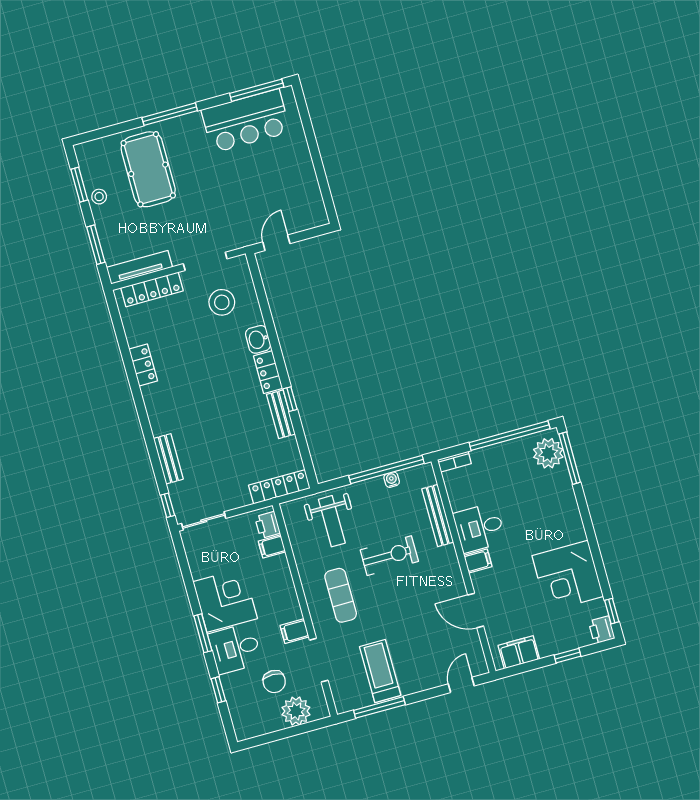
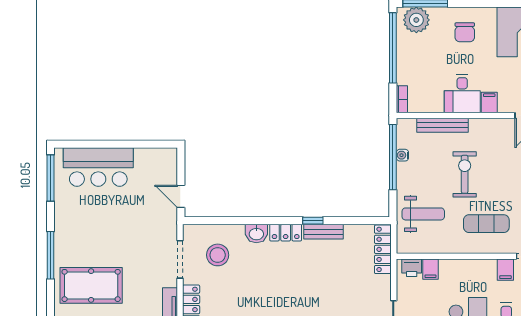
bar counter: (246, 121) -> (98, 167), moved, turned 90
chair: (549, 512) -> (465, 32), added

